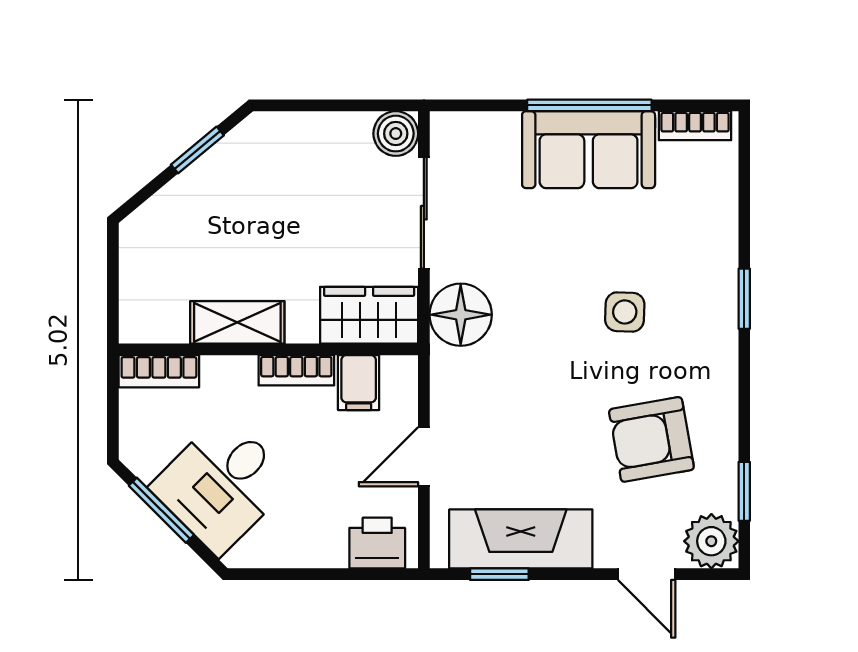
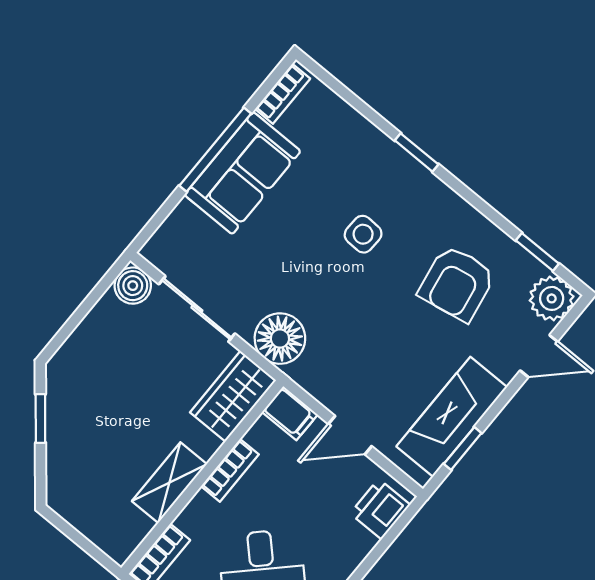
filing cabinet: (359, 383) -> (290, 413), moved
door: (424, 457) -> (350, 435), hinge flipped

